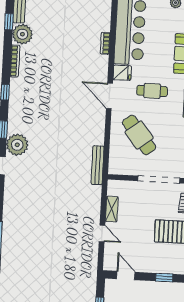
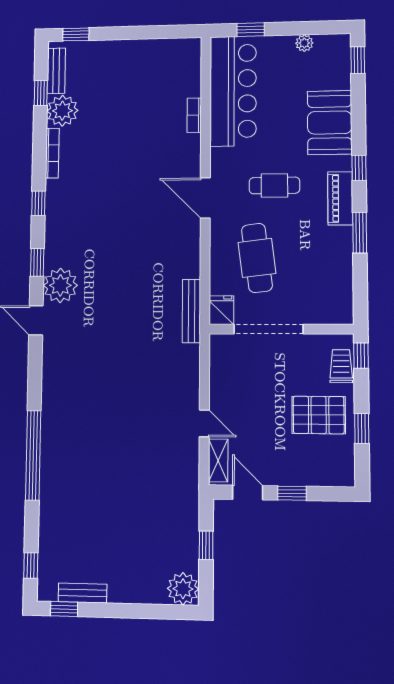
fridge: (122, 73) -> (221, 310), moved, turned -90
cafe table: (139, 135) -> (257, 258), turned 31
doorway: (159, 180) -> (268, 329), moved
shelving: (112, 209) -> (218, 460), moved
window: (164, 278) -> (292, 493), moved

